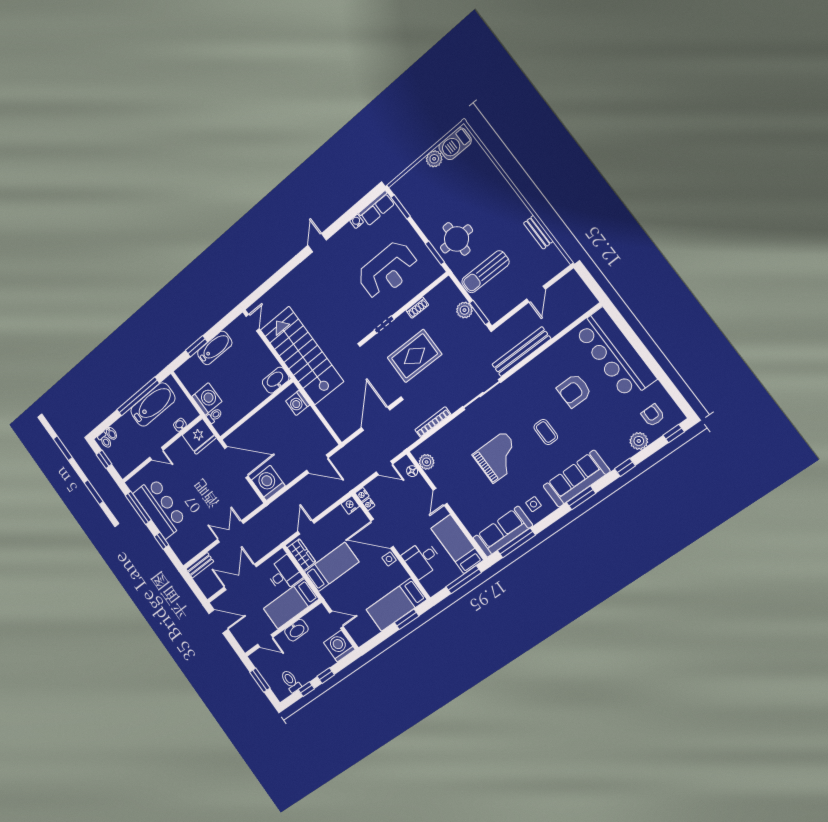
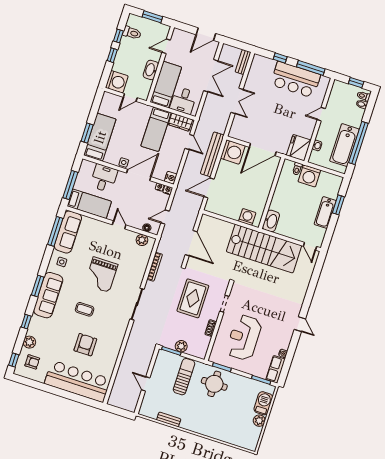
barbecue: (455, 144) -> (263, 403), moved
bench: (521, 352) -> (212, 154), moved

